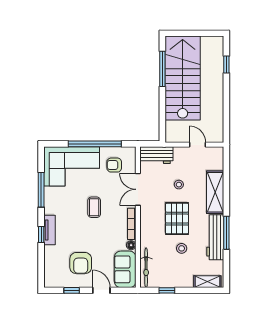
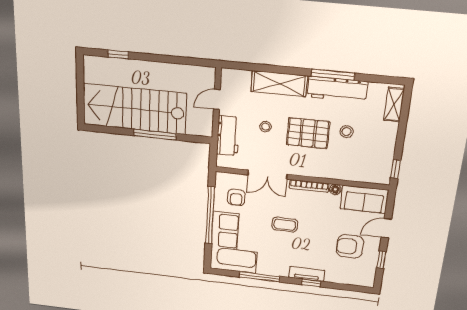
window: (162, 69) -> (155, 135), moved
workbench: (156, 155) -> (228, 136), moved
armchair: (81, 263) -> (350, 246), turned 180
bicycle: (146, 268) -> (365, 175), removed
window: (167, 290) -> (396, 169), moved

